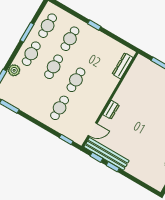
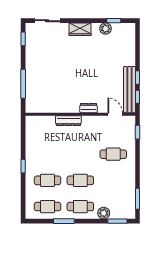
dresser: (123, 66) -> (68, 121), moved
cafe table: (76, 80) -> (80, 154), removed

